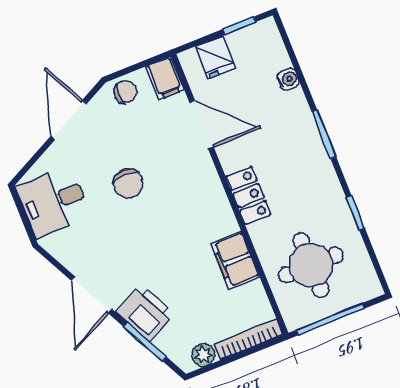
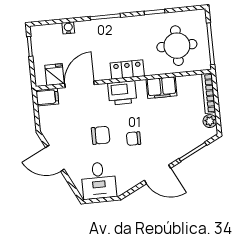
fridge: (215, 57) -> (55, 75), moved, turned -90
chair: (125, 92) -> (134, 139), moved, turned -90
printer: (145, 313) -> (122, 93), moved, turned -153

